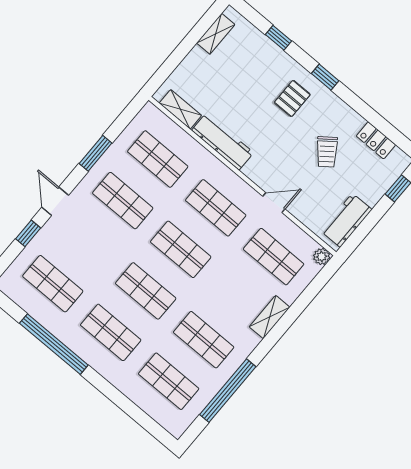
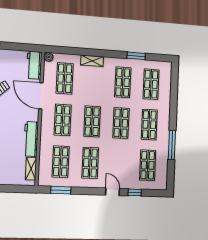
window: (96, 153) -> (61, 190), moved
door: (55, 201) -> (113, 192), swing flipped
door: (274, 203) -> (41, 96), width x1.87
workbench: (346, 220) -> (34, 65), moved, turned 90
window: (54, 344) -> (172, 145), width x0.68
window: (228, 391) -> (136, 56), width x0.47

